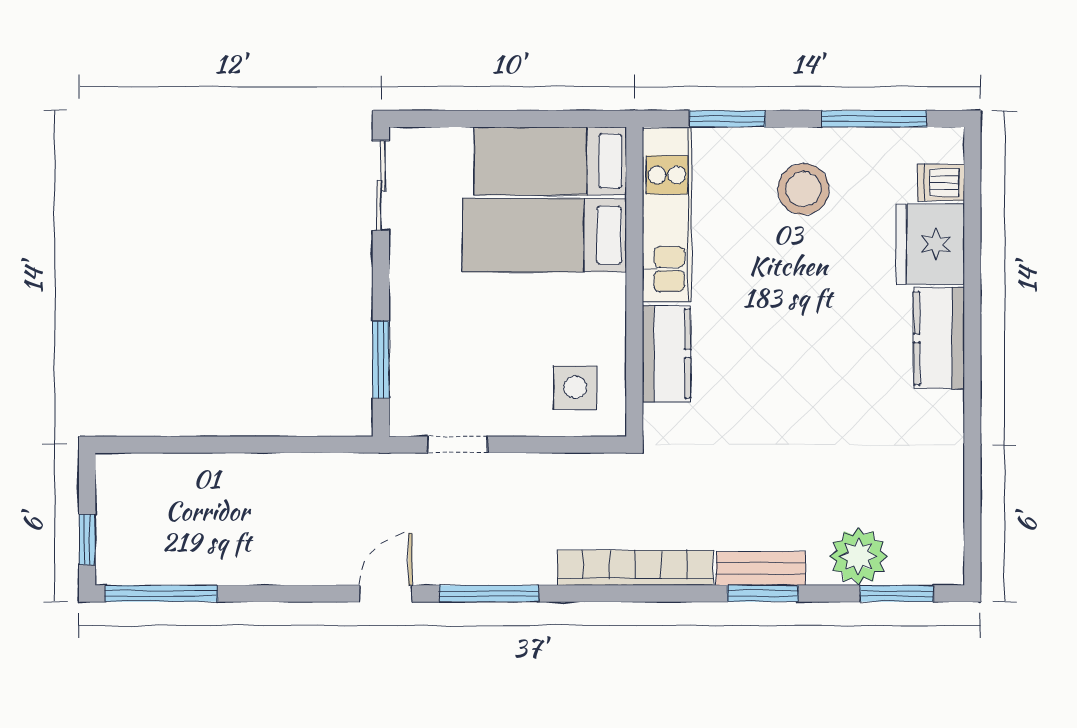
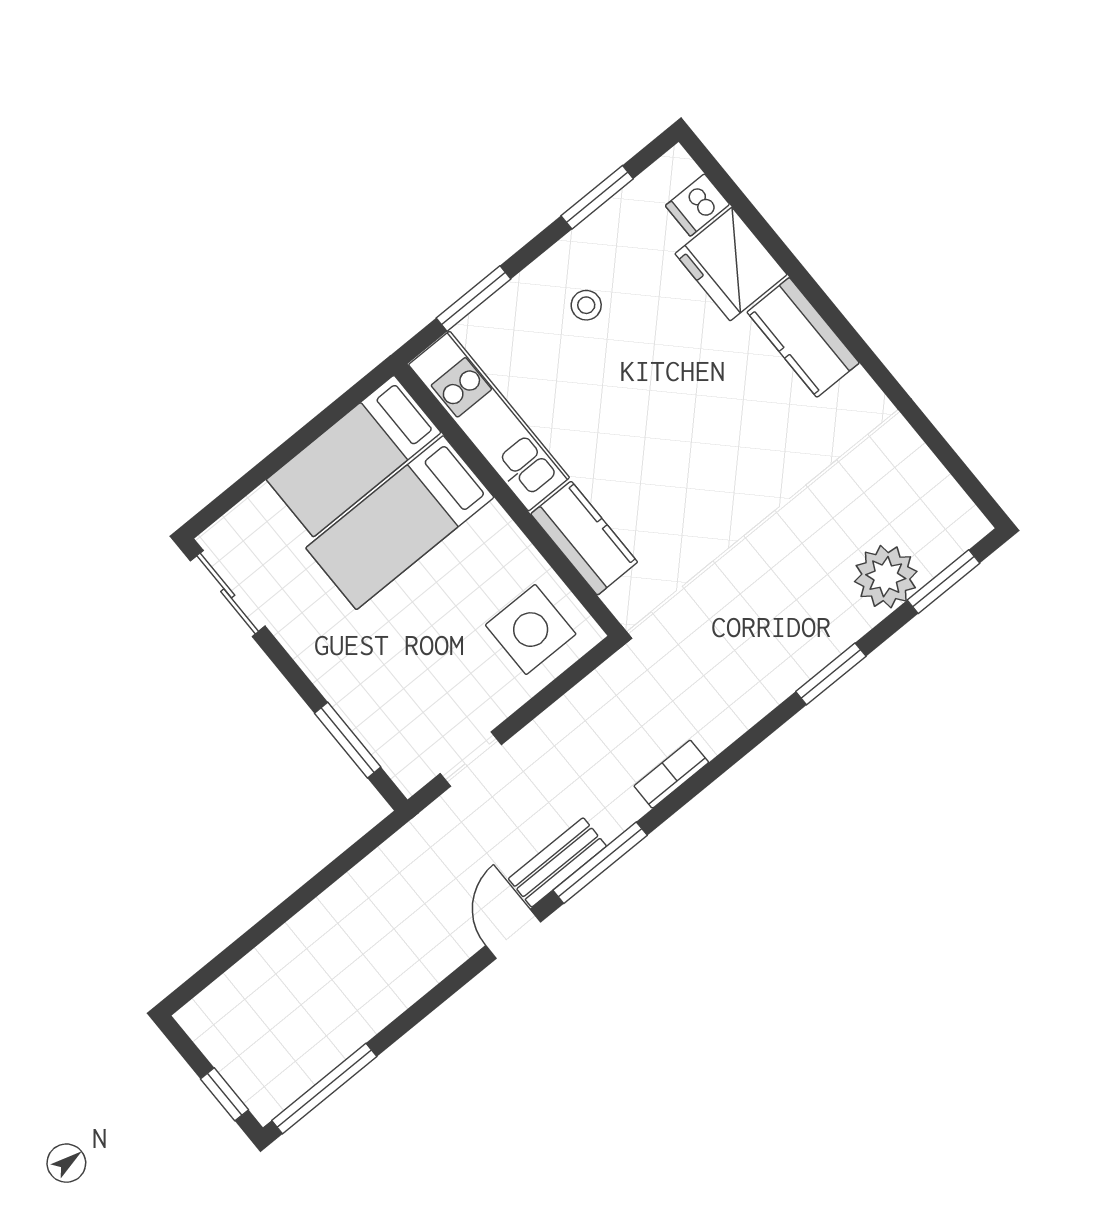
window: (874, 119) -> (597, 197), width x0.69
stool: (803, 189) -> (586, 305), width x0.53, depth x0.53
side table: (575, 387) -> (531, 630), width x1.37, depth x1.37
bookcase: (635, 568) -> (671, 774), width x0.43, depth x0.76
bench: (761, 568) -> (557, 862), moved

